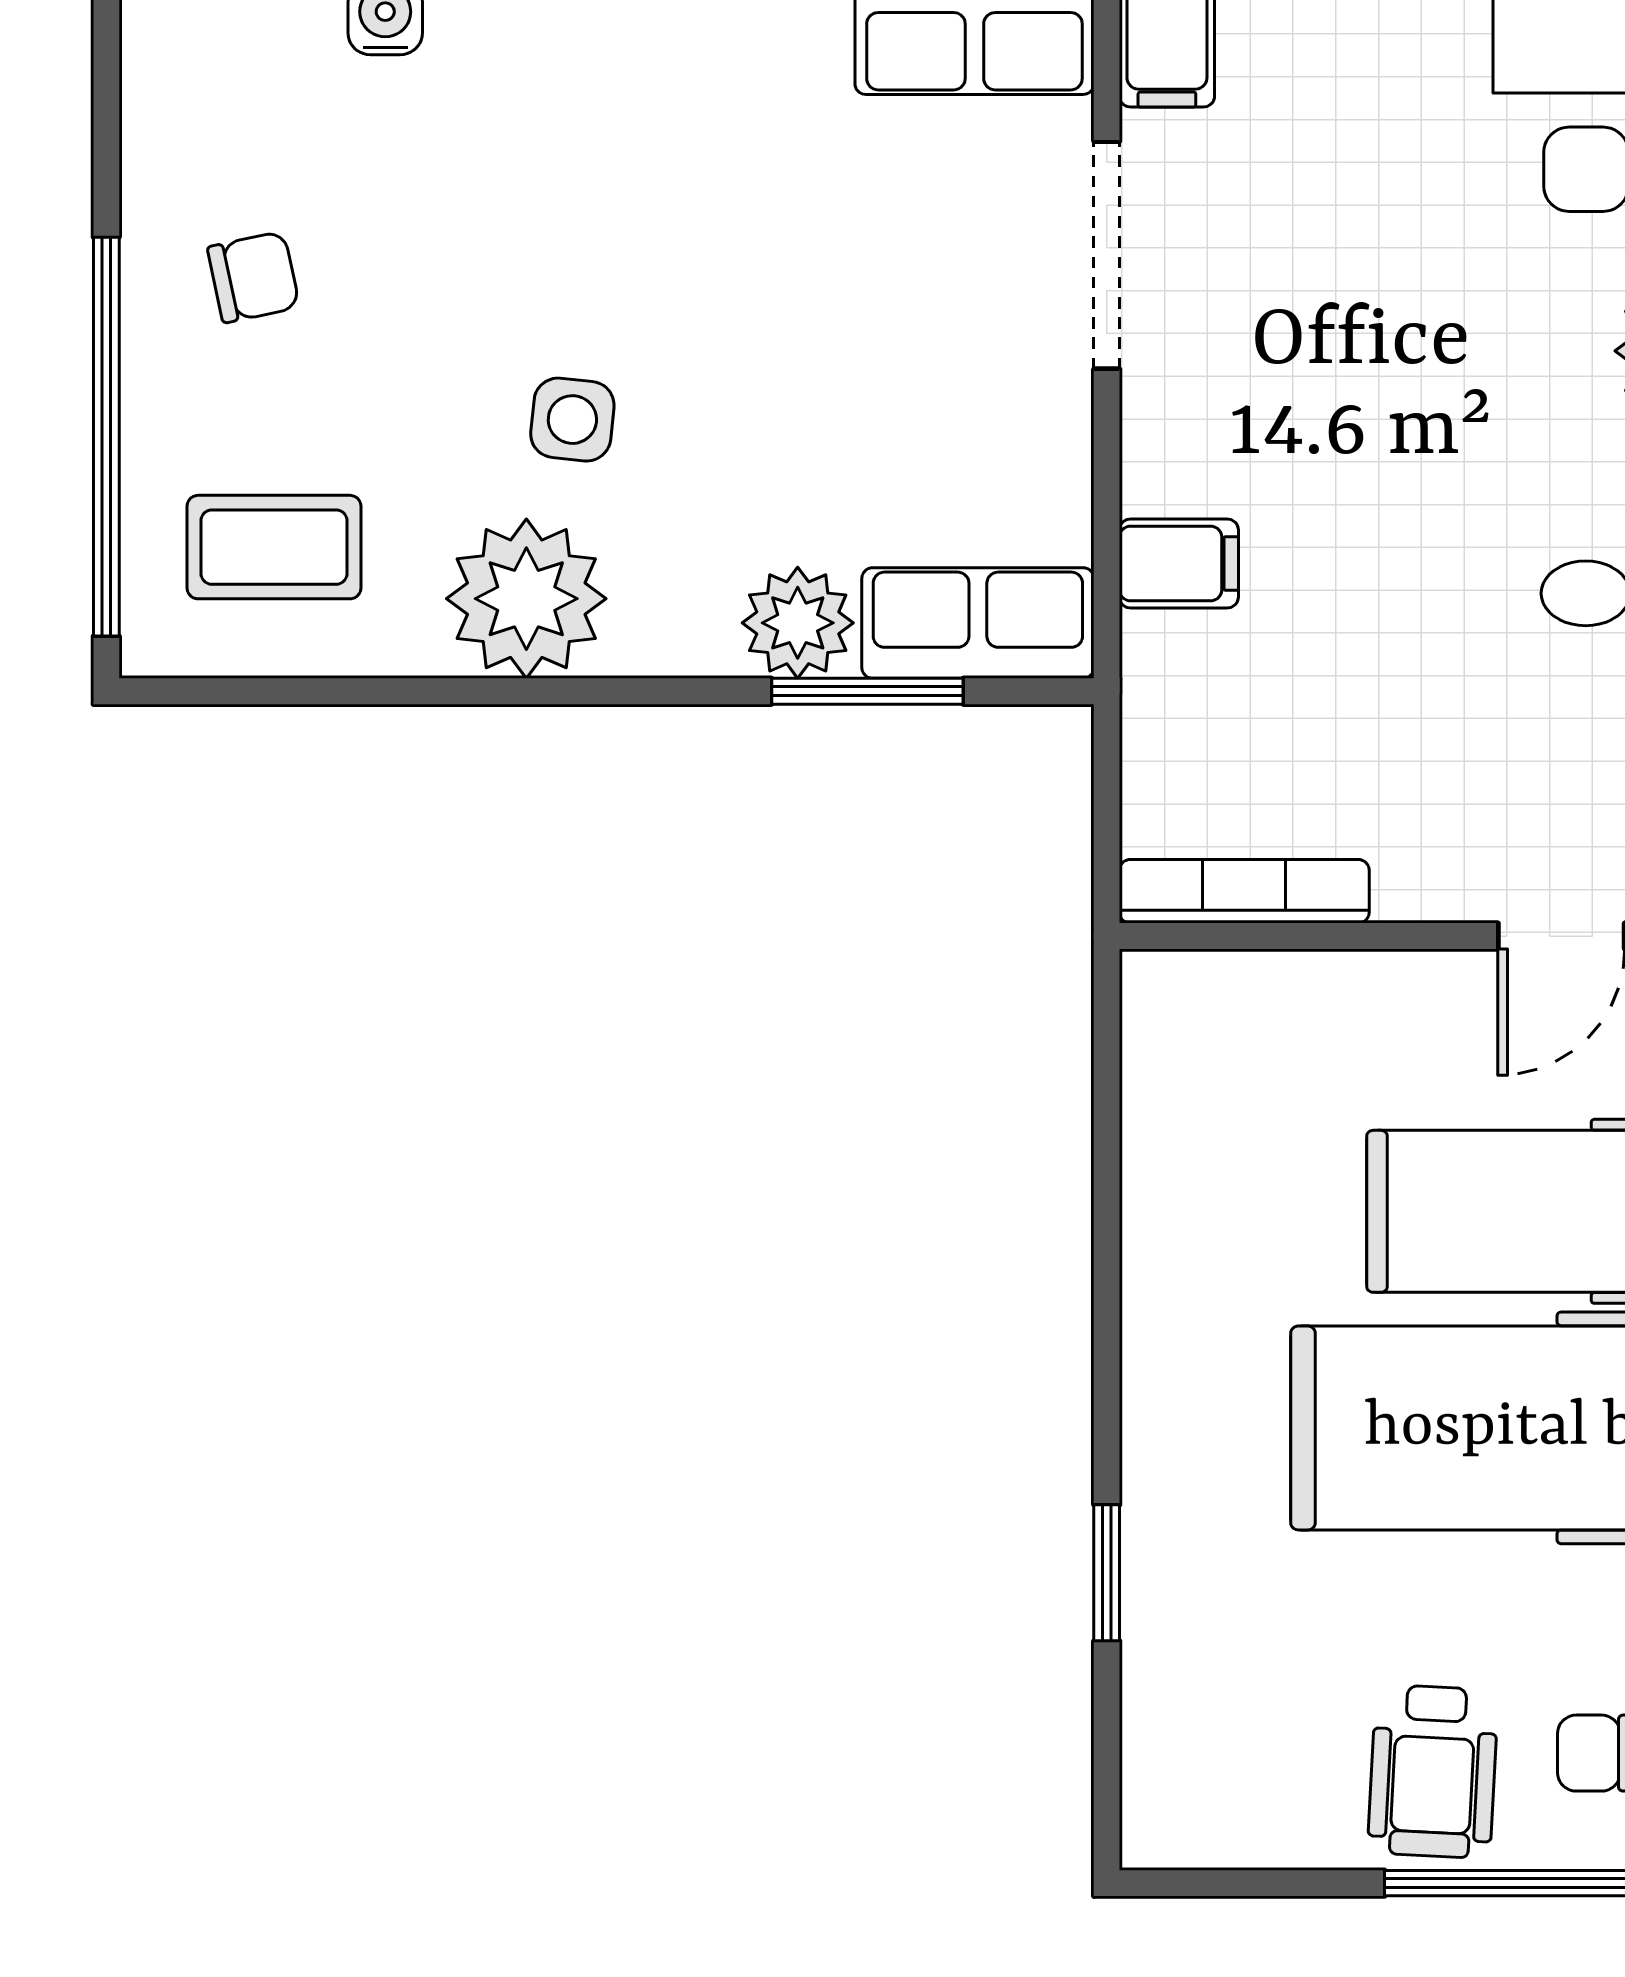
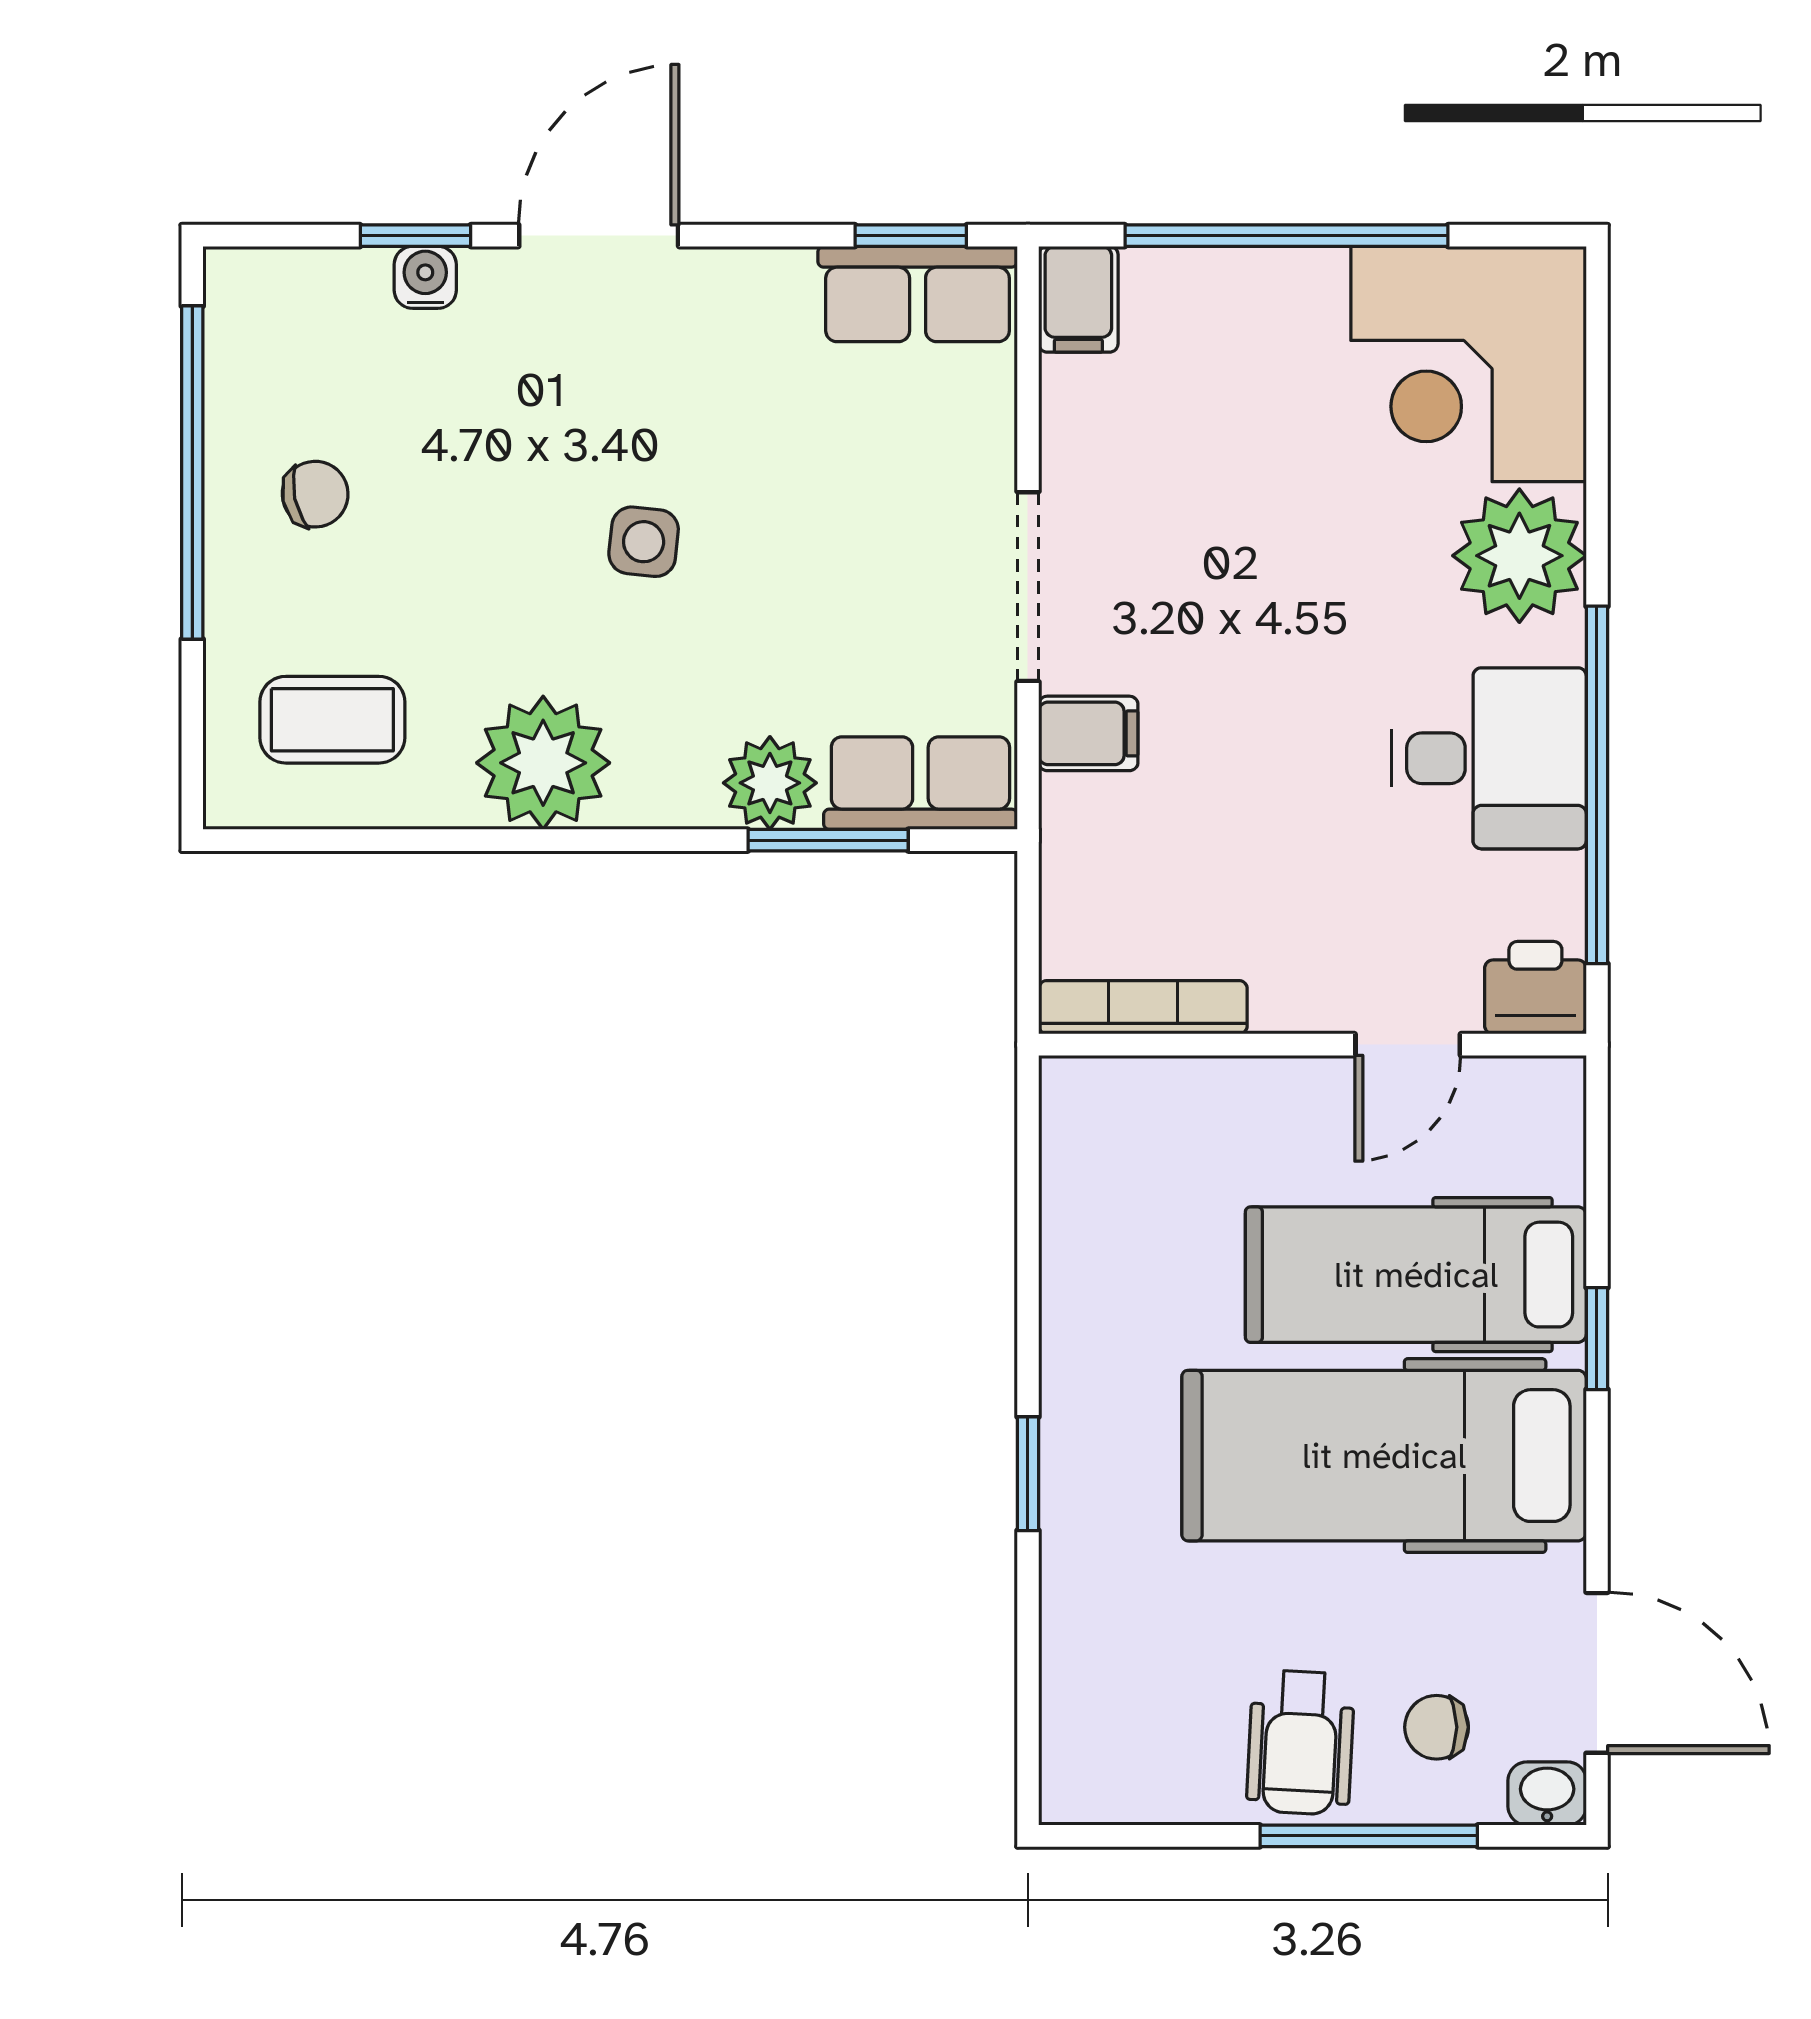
doorway: (1107, 255) -> (1028, 587), moved
side table: (572, 420) -> (644, 542), moved
window: (106, 437) -> (192, 473), moved
window: (1107, 1573) -> (1028, 1474), moved

